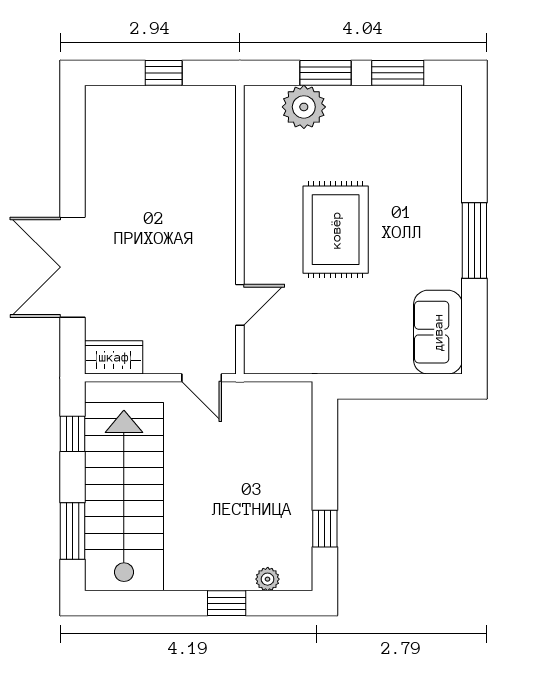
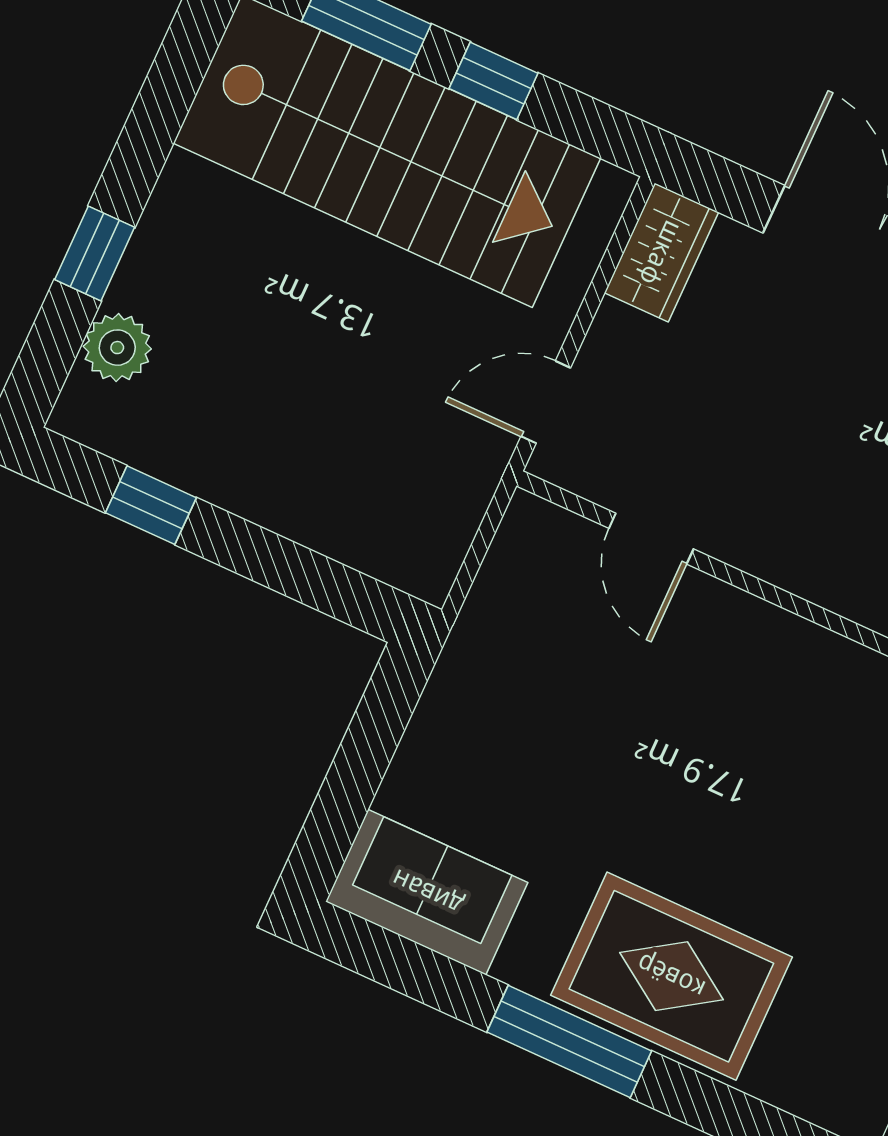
rug: (336, 230) -> (671, 976), moved
window: (72, 434) -> (494, 81), moved
plant: (268, 579) -> (117, 348), width x1.38, depth x1.38

